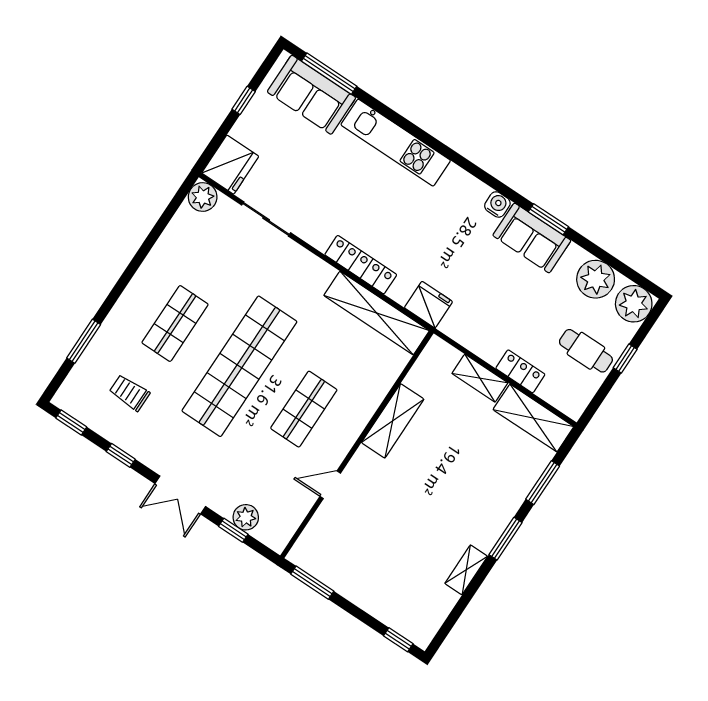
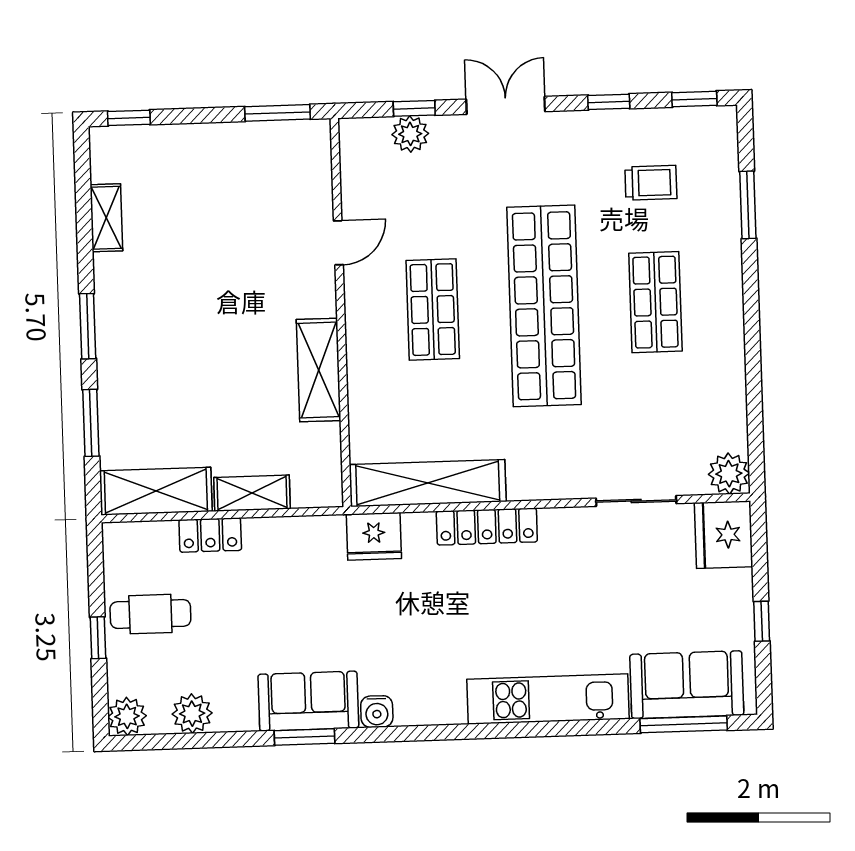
plant: (596, 279) -> (192, 714), width x0.73, depth x0.73
plant: (634, 304) -> (127, 716), width x0.73, depth x0.73
shelving: (466, 570) -> (106, 218), moved

